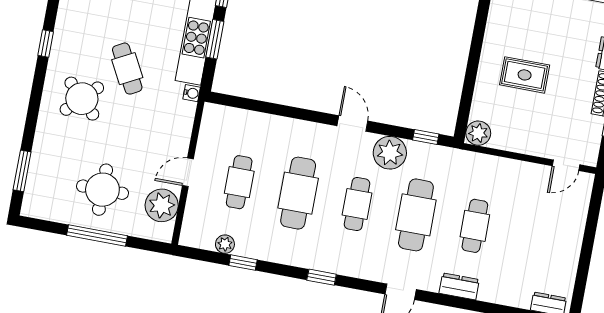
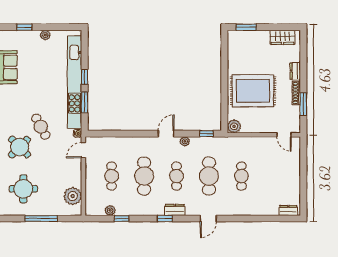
rug: (525, 75) -> (253, 91), width x1.86, depth x2.06
door: (352, 123) -> (166, 134), hinge flipped
plant: (390, 153) -> (185, 141), width x0.53, depth x0.53
door: (566, 165) -> (284, 135), hinge flipped
door: (188, 172) -> (83, 150), moved
round table: (102, 190) -> (23, 189), moved
dresser: (459, 286) -> (175, 210), moved

